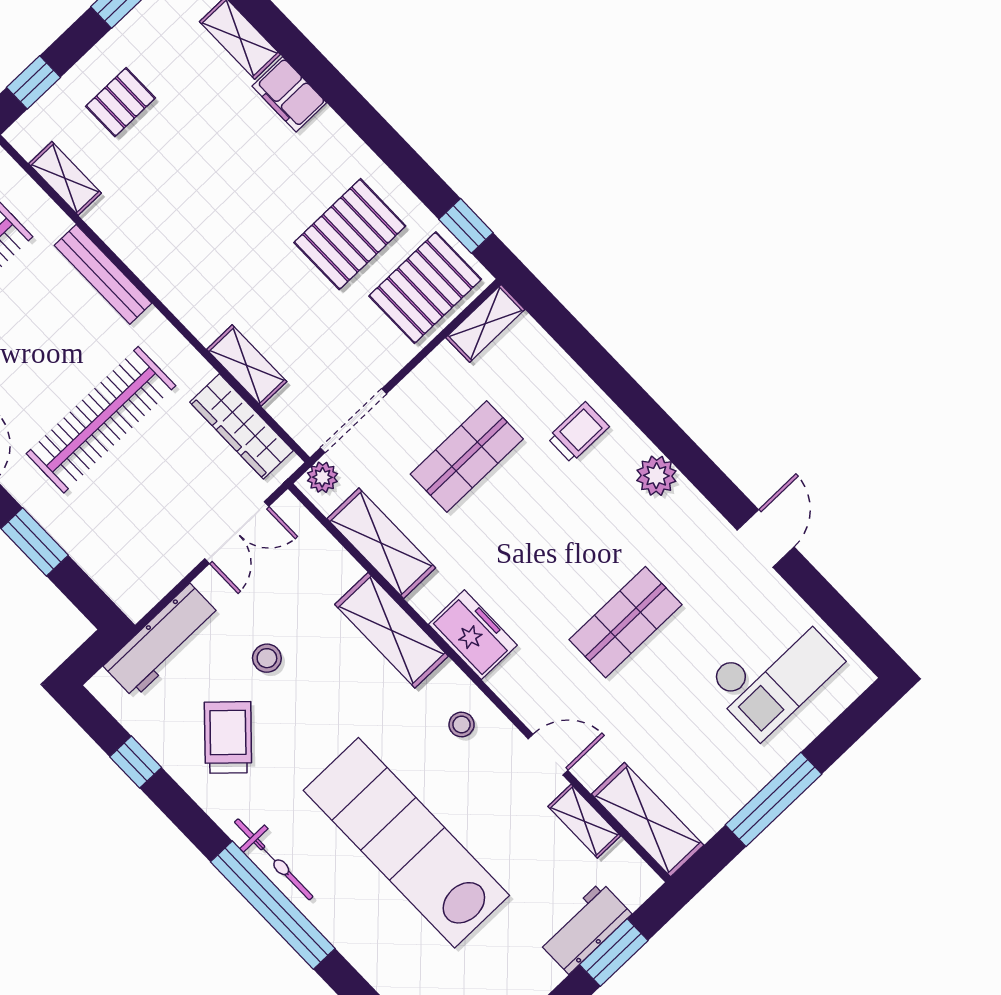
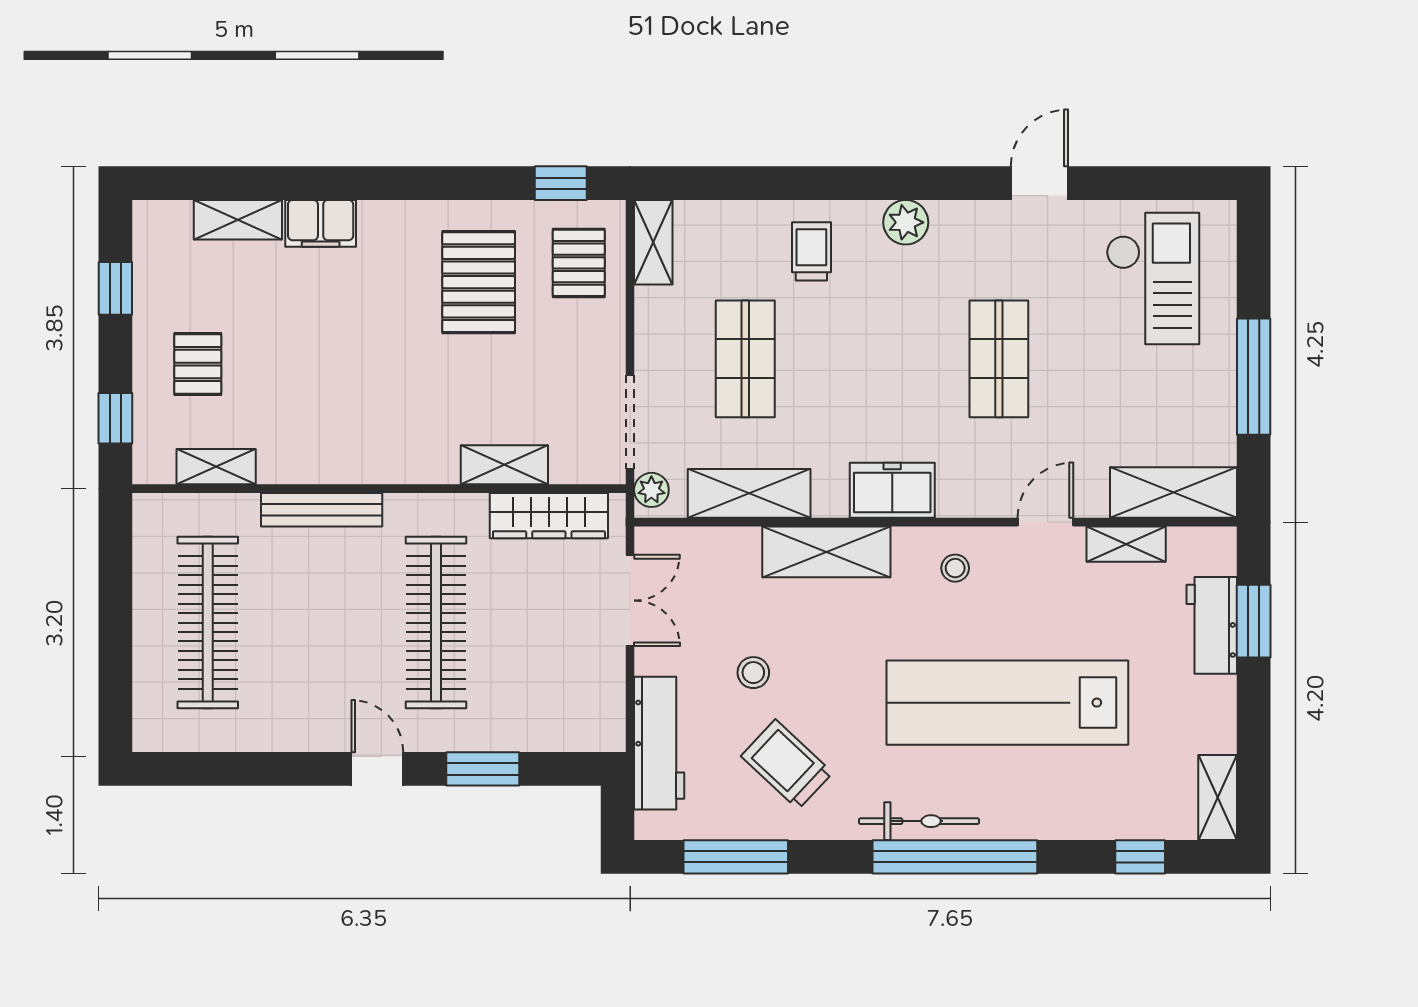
pallet: (425, 288) -> (579, 263), width x0.67, depth x0.71
door: (766, 539) -> (1039, 183), hinge flipped
window: (136, 762) -> (736, 857), width x2.17

